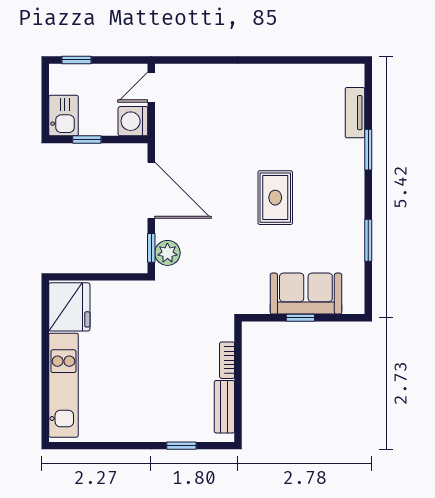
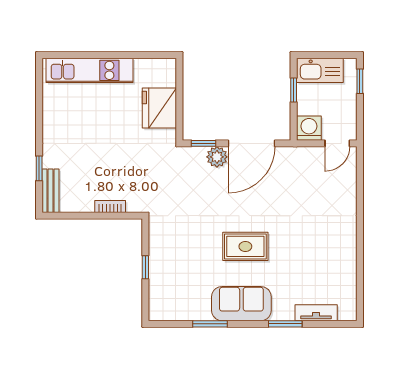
door: (151, 87) -> (337, 143), swing flipped
kitchen sink: (63, 116) -> (320, 70), width x1.38
plant: (167, 253) -> (217, 157), moved
sofa: (306, 294) -> (241, 304), moved, turned -90
fridge: (69, 307) -> (159, 108), moved, turned 90
bench: (224, 407) -> (51, 191), moved, turned 90

